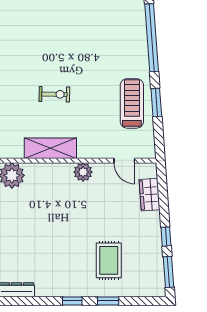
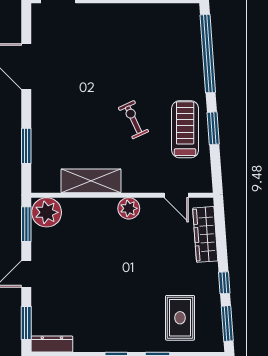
exercise bike: (54, 94) -> (133, 120), moved, turned -116
wardrobe: (149, 195) -> (205, 234), width x1.50
rug: (109, 260) -> (180, 318), moved

